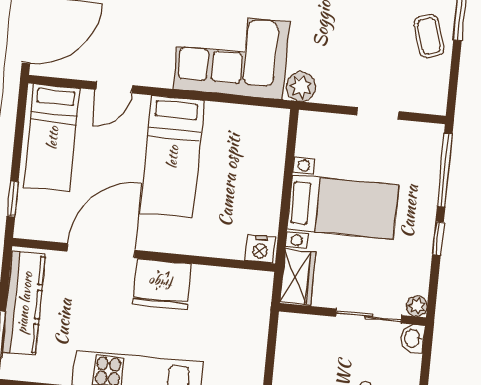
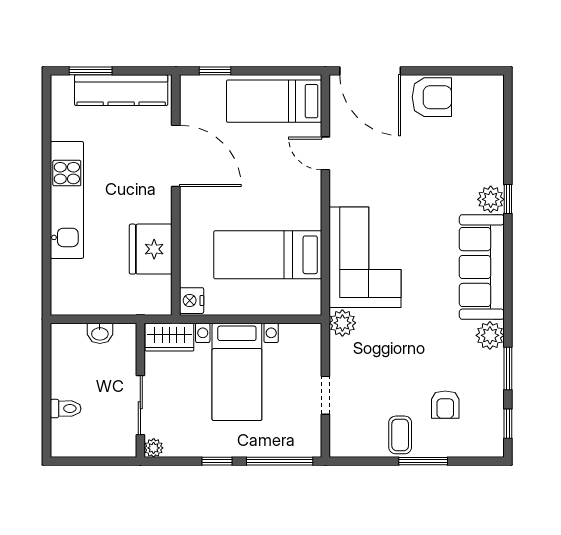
coffee table: (429, 36) -> (400, 435), turned -72
bed: (172, 157) -> (268, 255), moved
fridge: (162, 284) -> (151, 249), moved
washbasin: (413, 338) -> (100, 333), moved, turned 180

